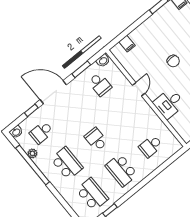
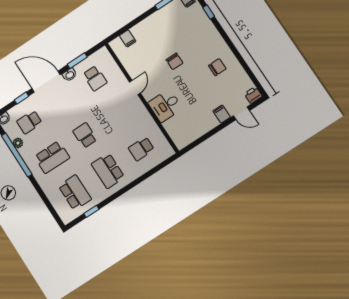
washbasin: (103, 61) -> (70, 75), moved
school desk: (67, 163) -> (52, 157), turned 90

